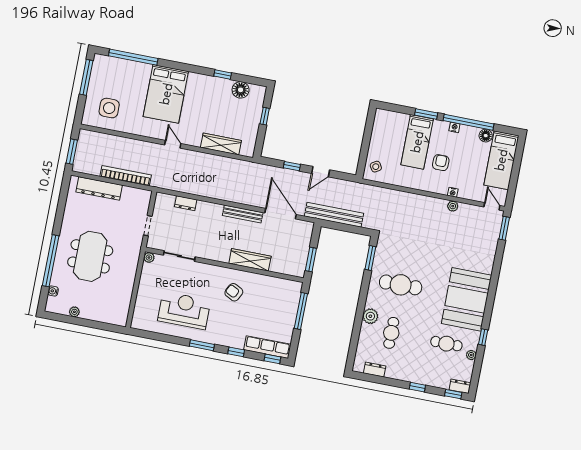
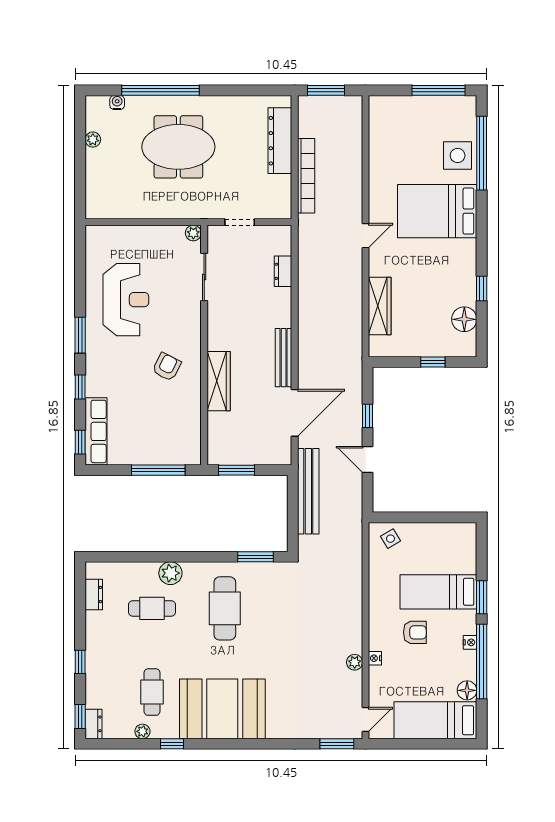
side table: (109, 108) -> (458, 155), moved

